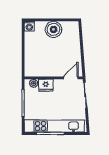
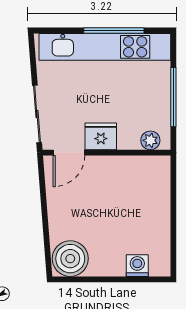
washing machine: (29, 26) -> (137, 266), moved
boiler: (54, 29) -> (70, 259), moved
fridge: (46, 85) -> (101, 136), moved

